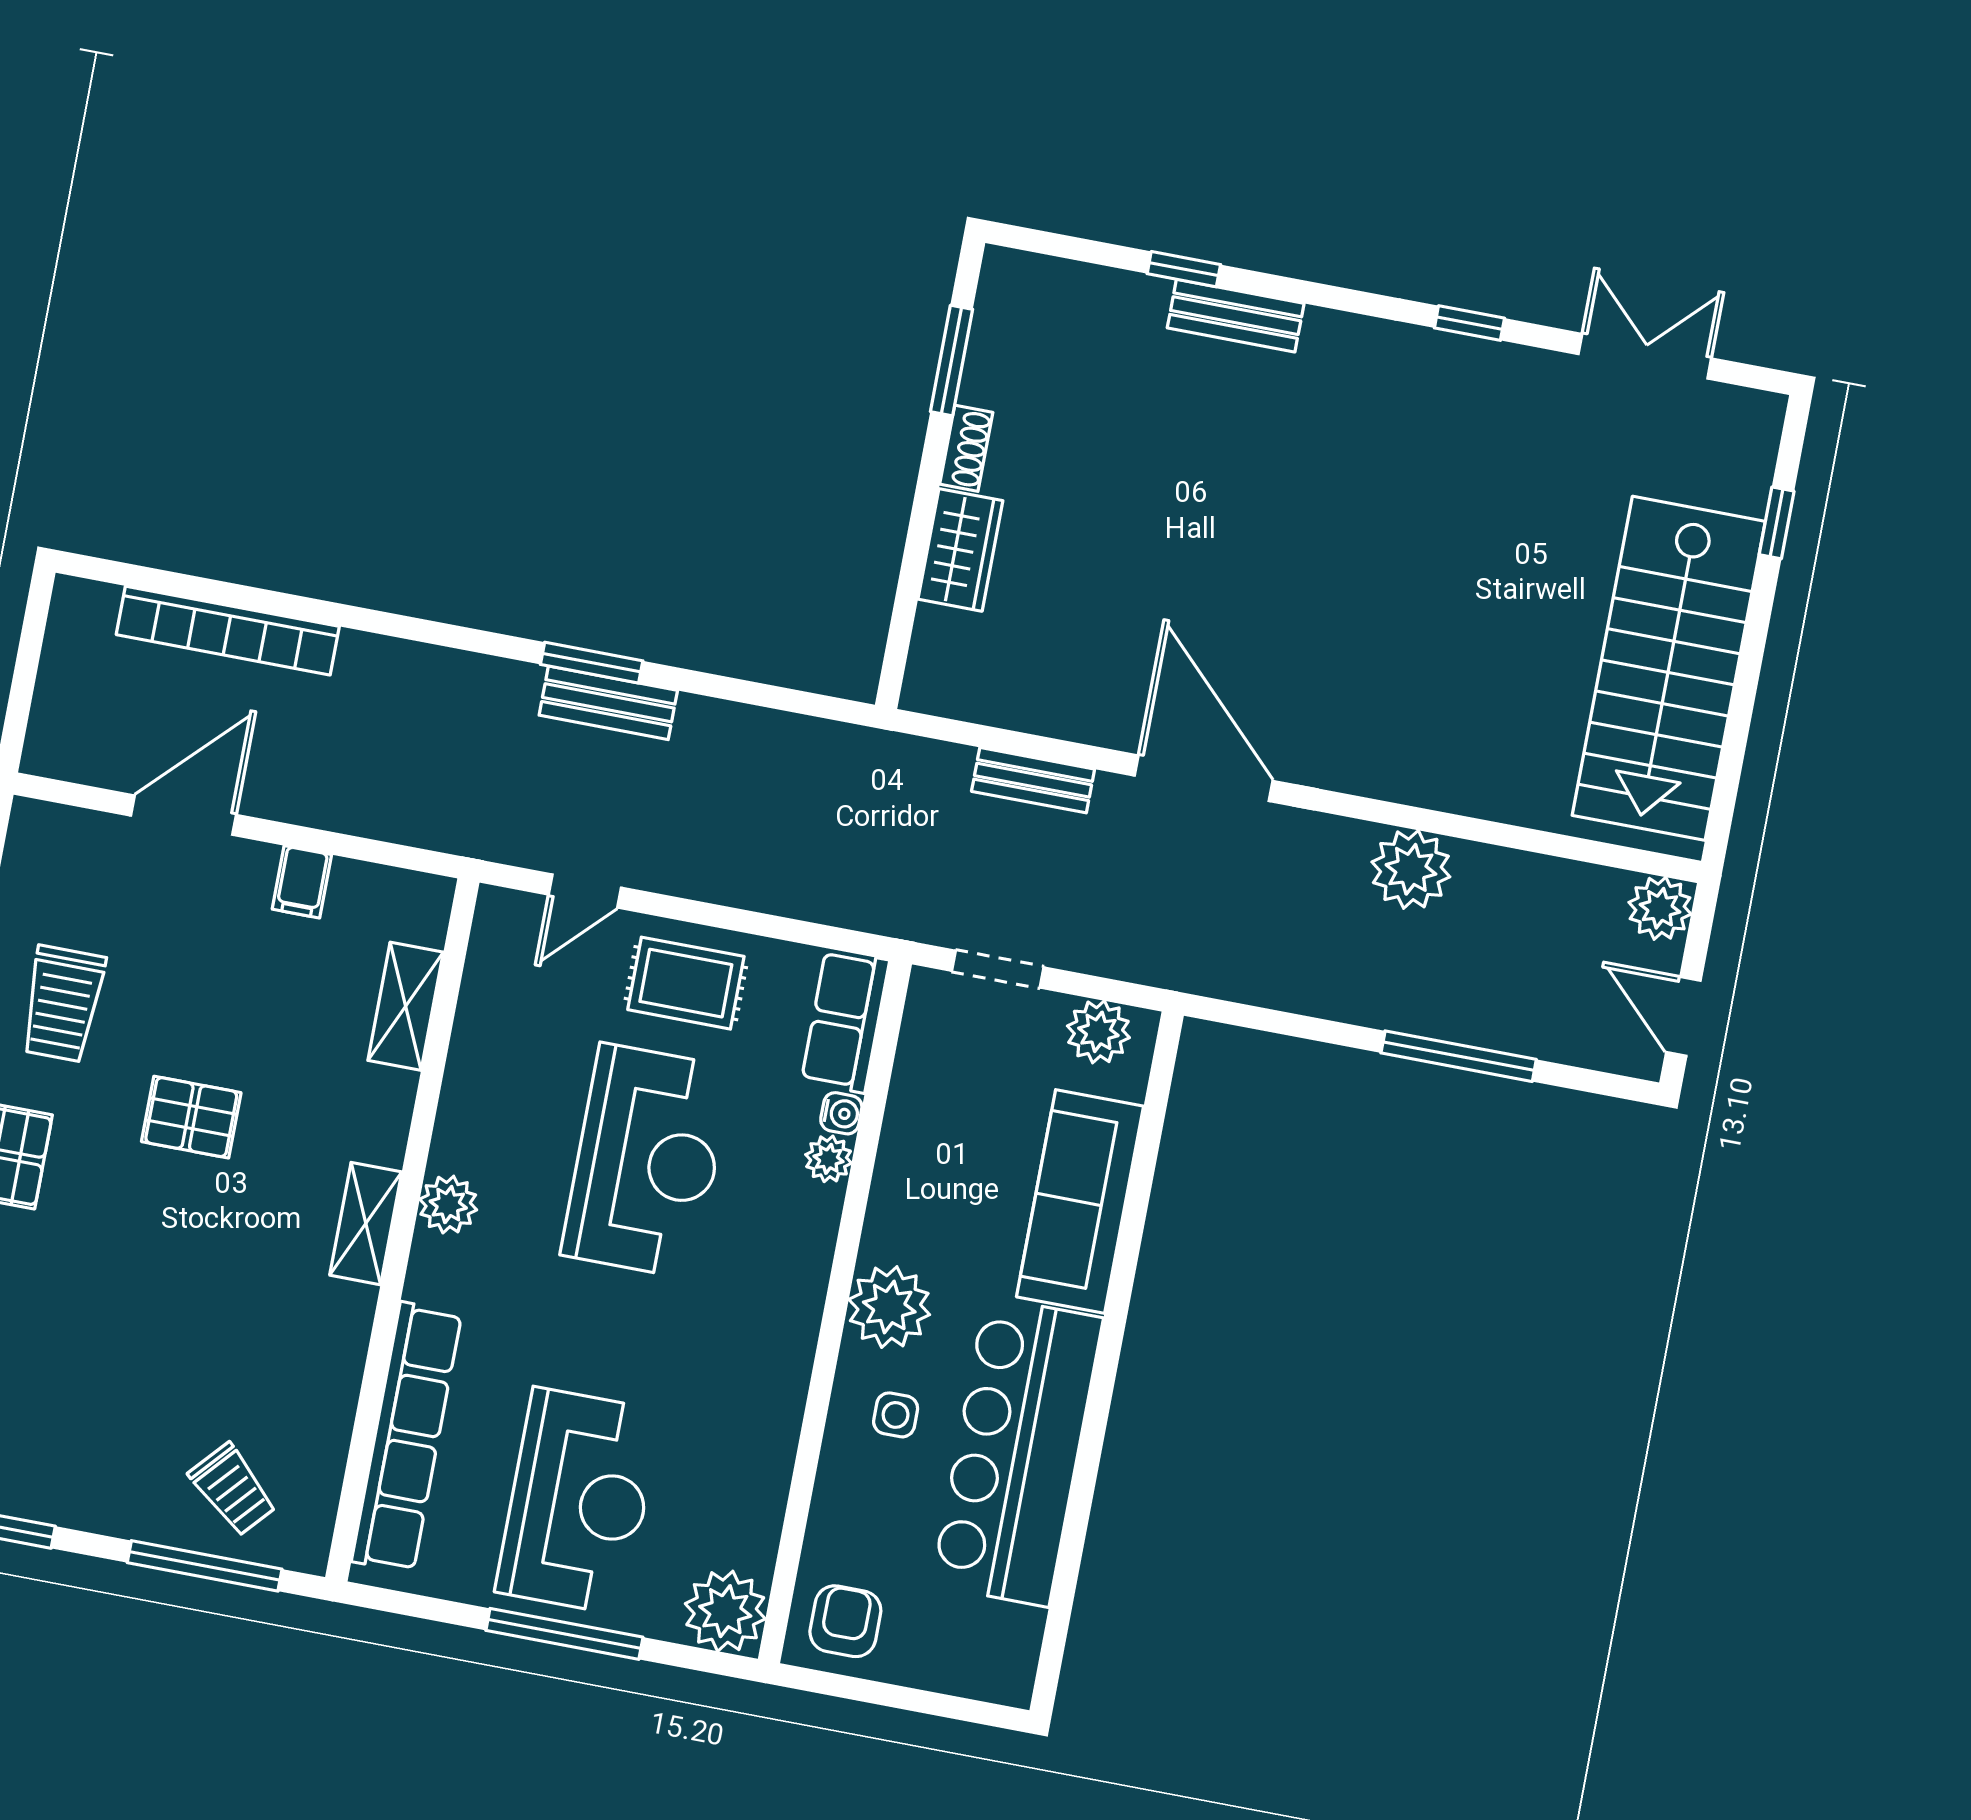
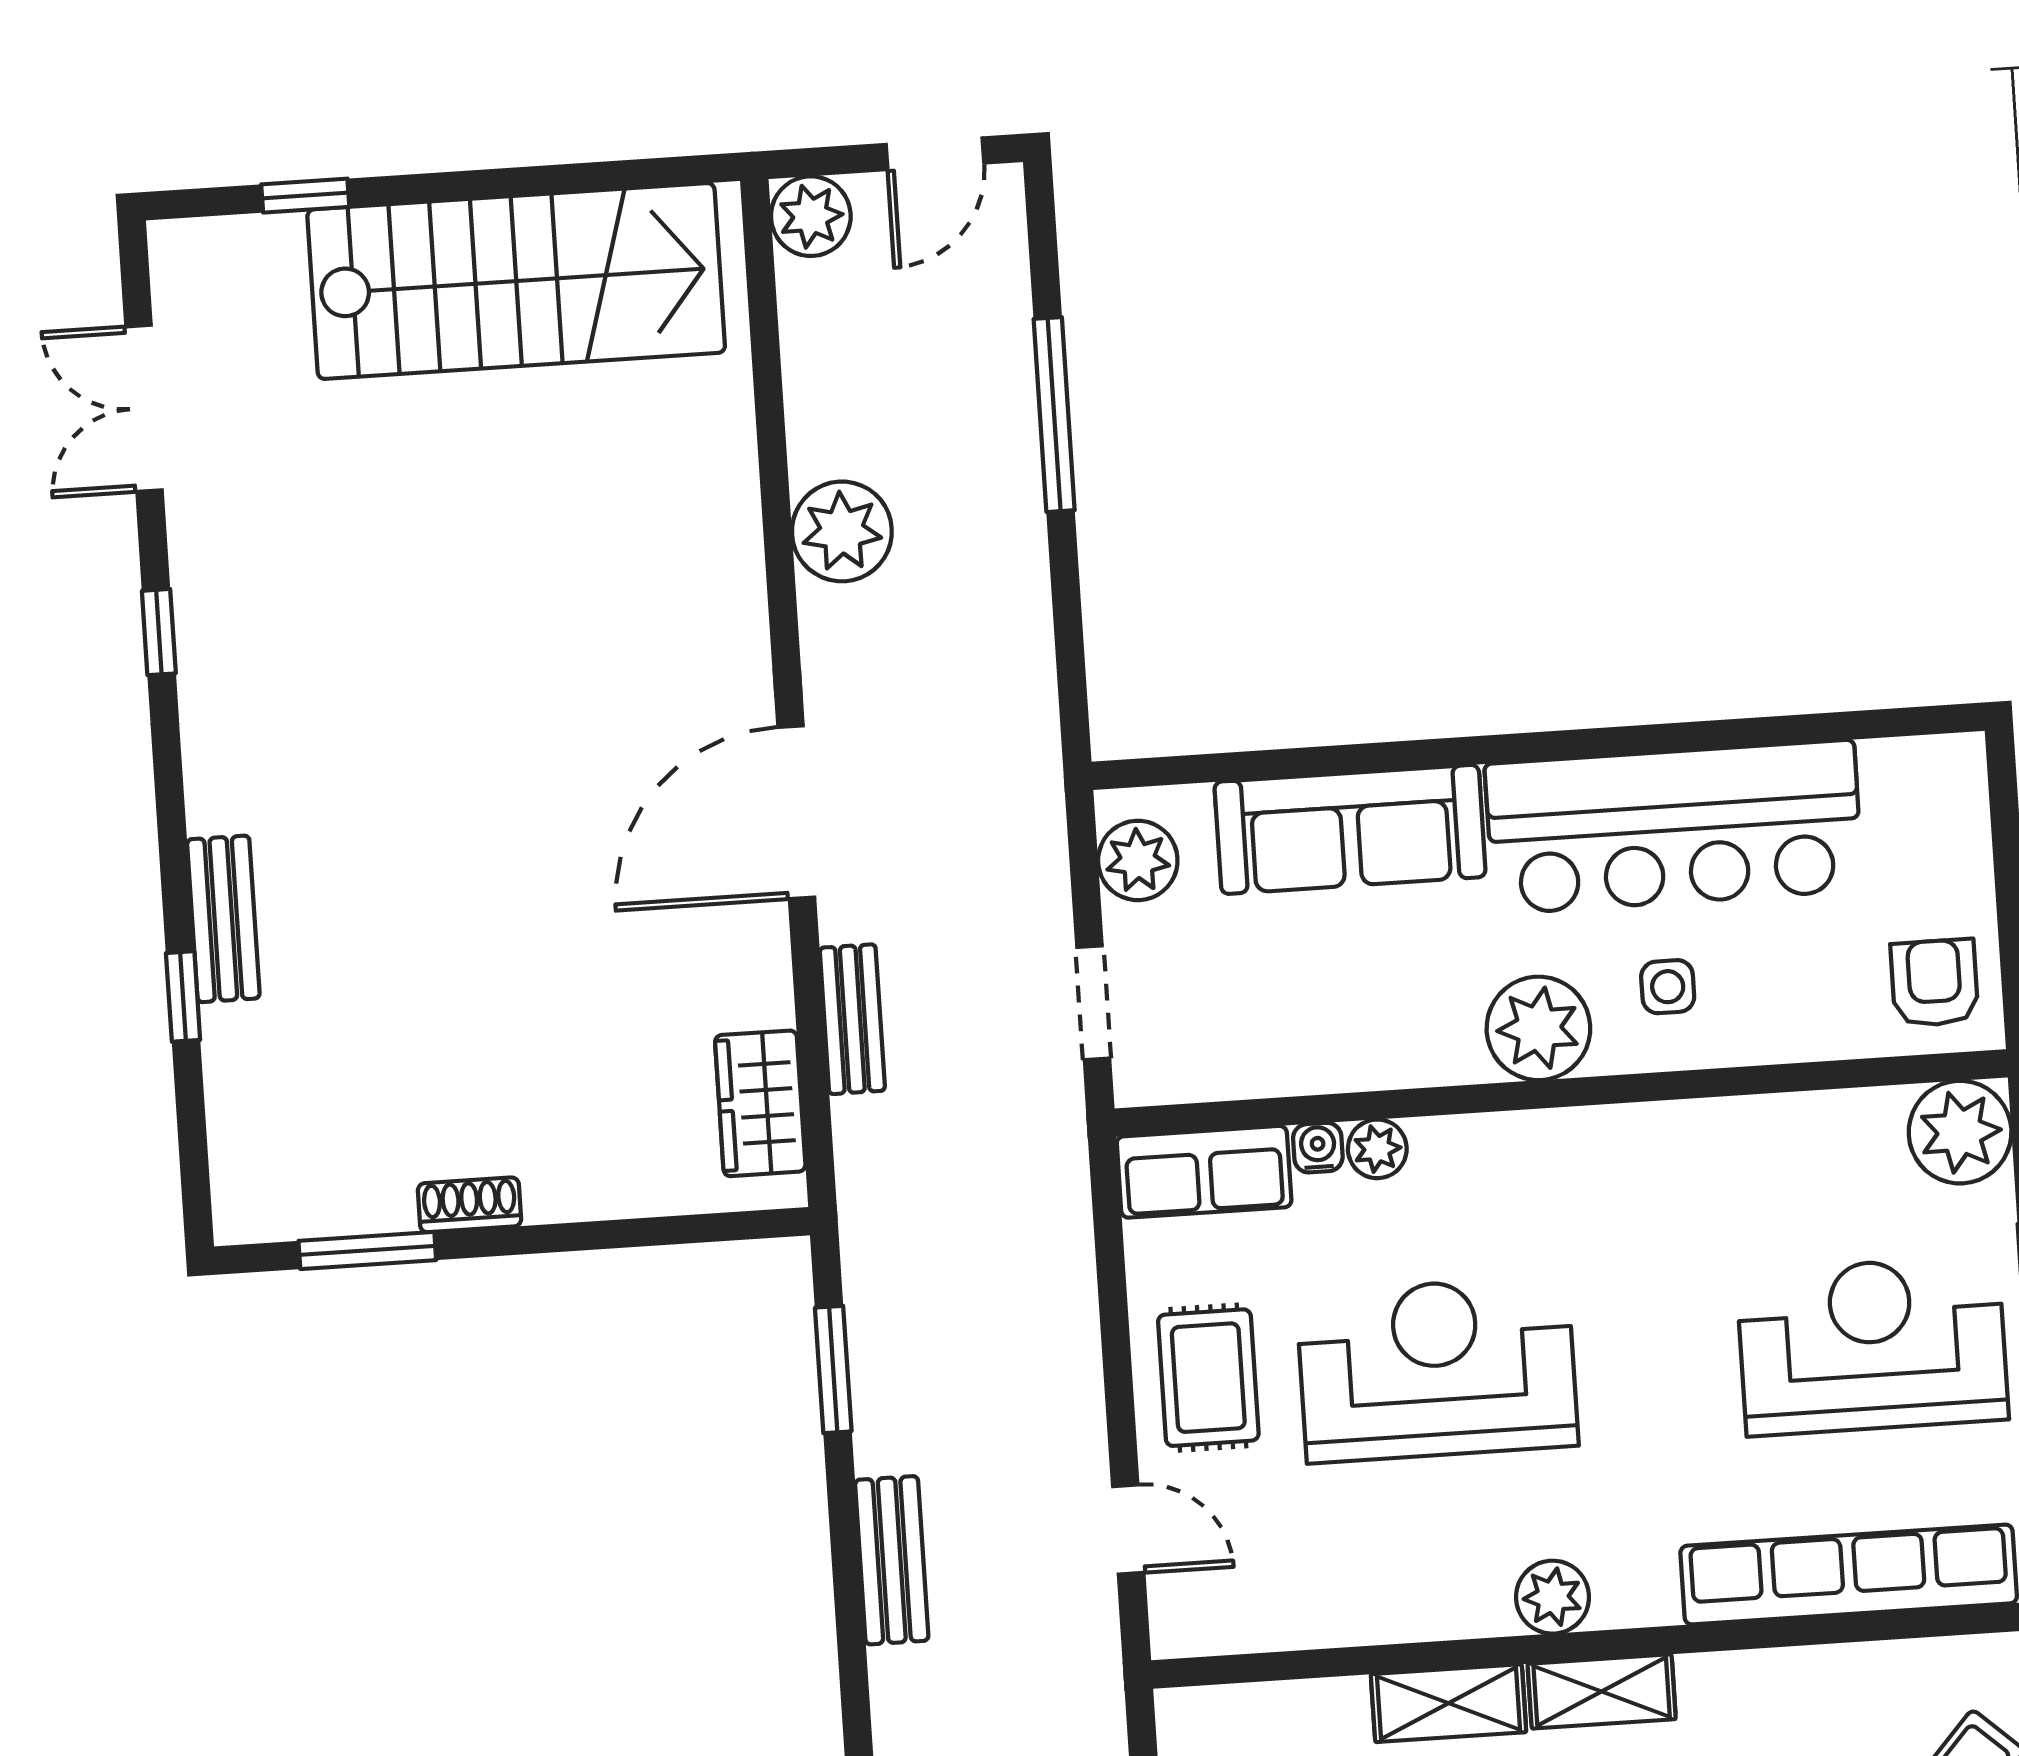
wardrobe: (960, 550) -> (760, 1103), moved, turned -90
window: (592, 663) -> (833, 1370), moved
shelving: (406, 1006) -> (1449, 1703), moved
armchair: (845, 1621) -> (1934, 983), turned 90

